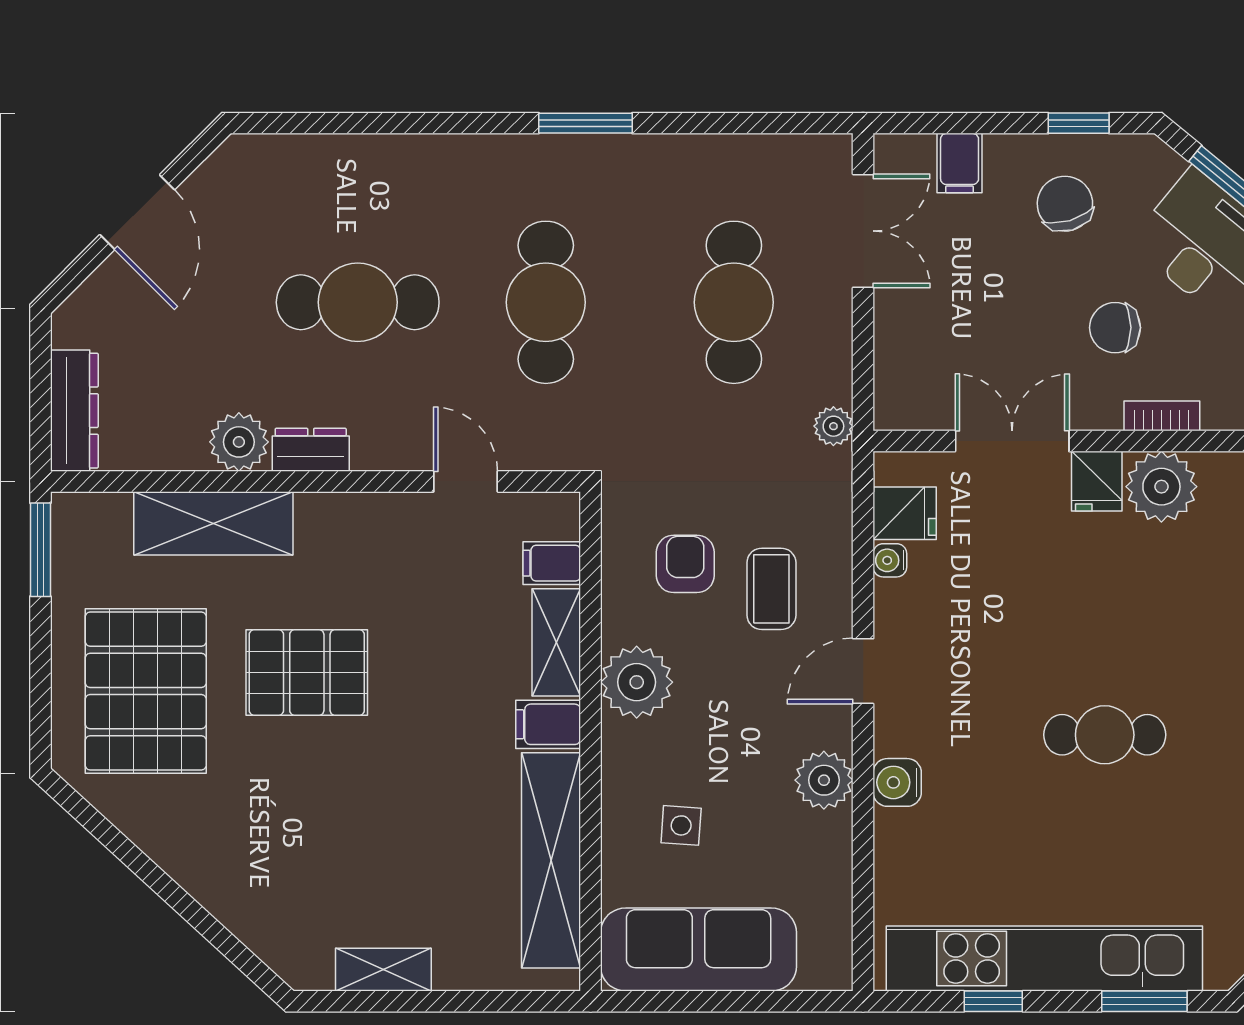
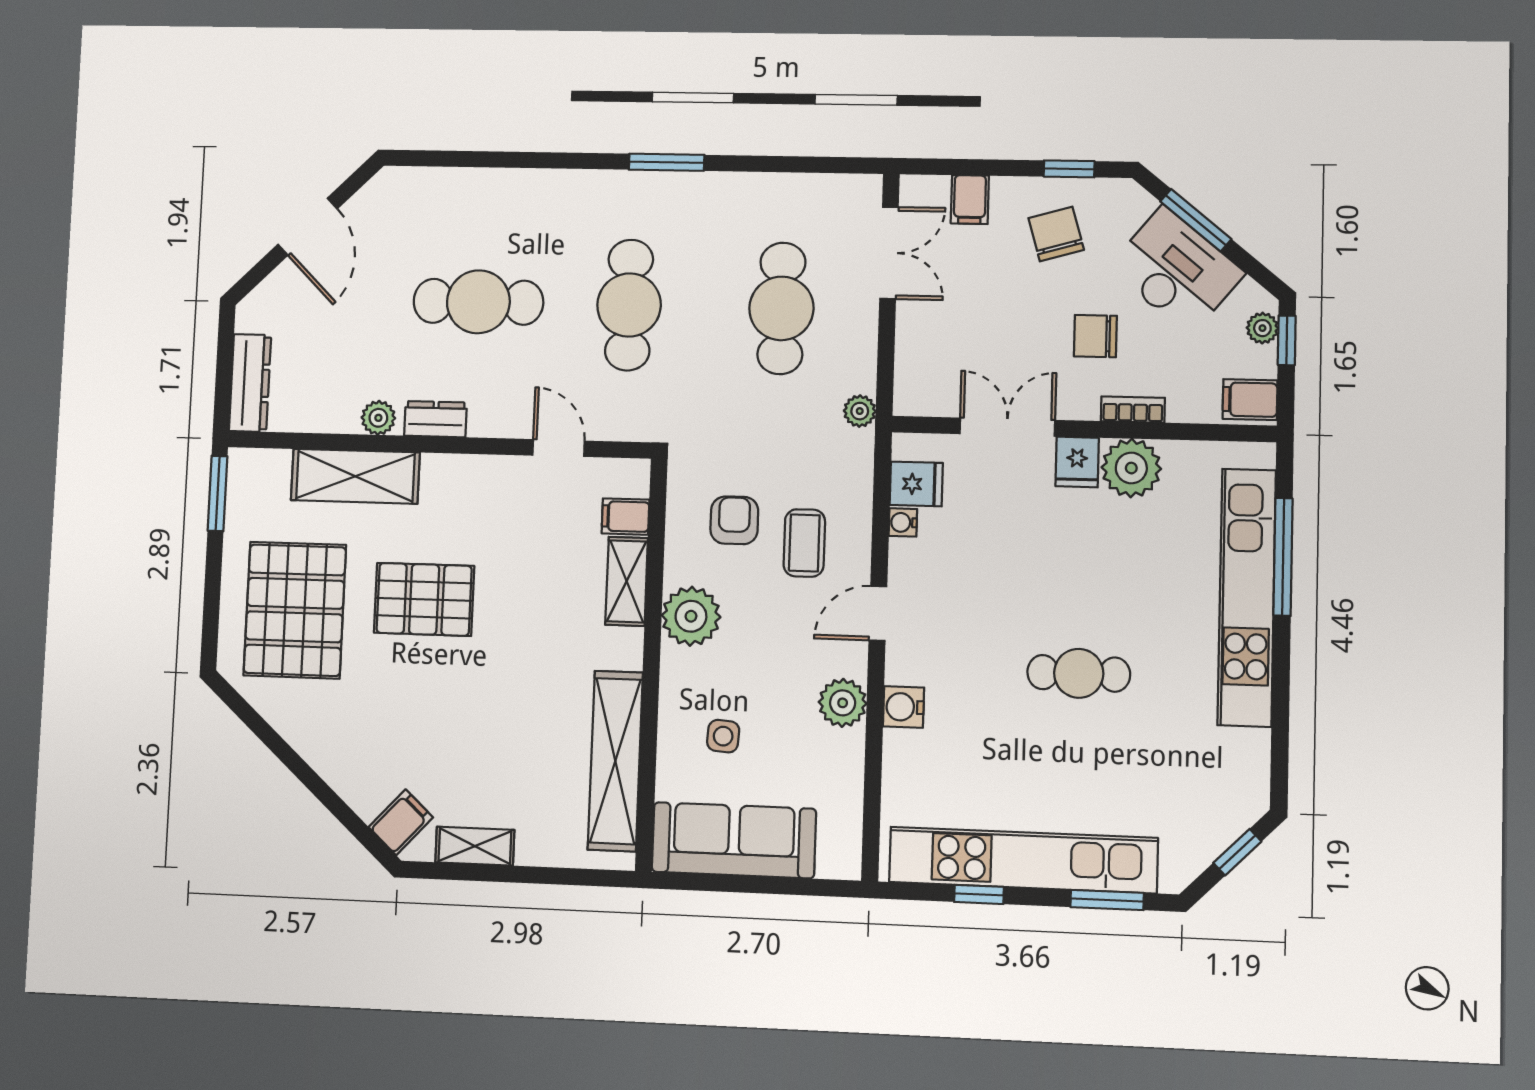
plant: (239, 442) -> (378, 418), width x0.73, depth x0.73
filing cabinet: (548, 724) -> (401, 822), moved, turned 132

